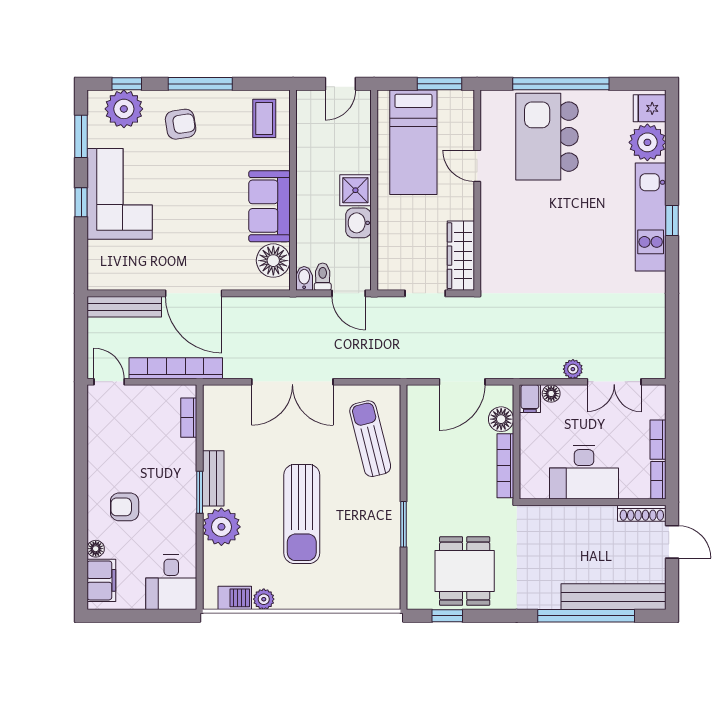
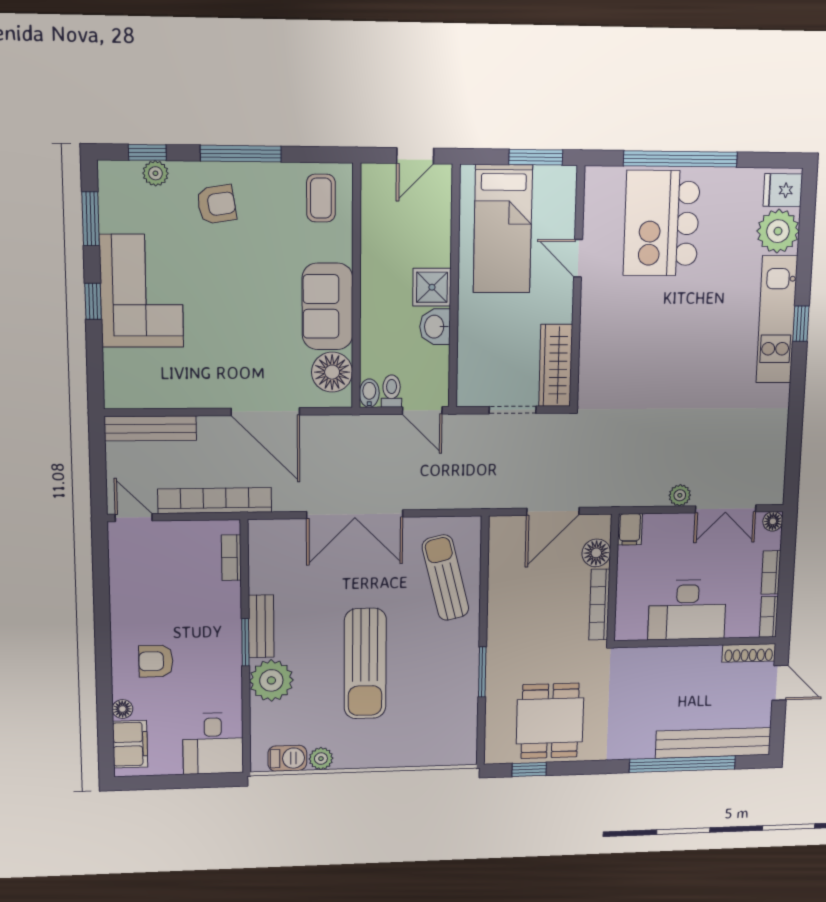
plant: (124, 109) -> (155, 173), width x0.53, depth x0.53
door: (194, 293) -> (265, 412), moved
floor lamp: (551, 394) -> (773, 521), moved

